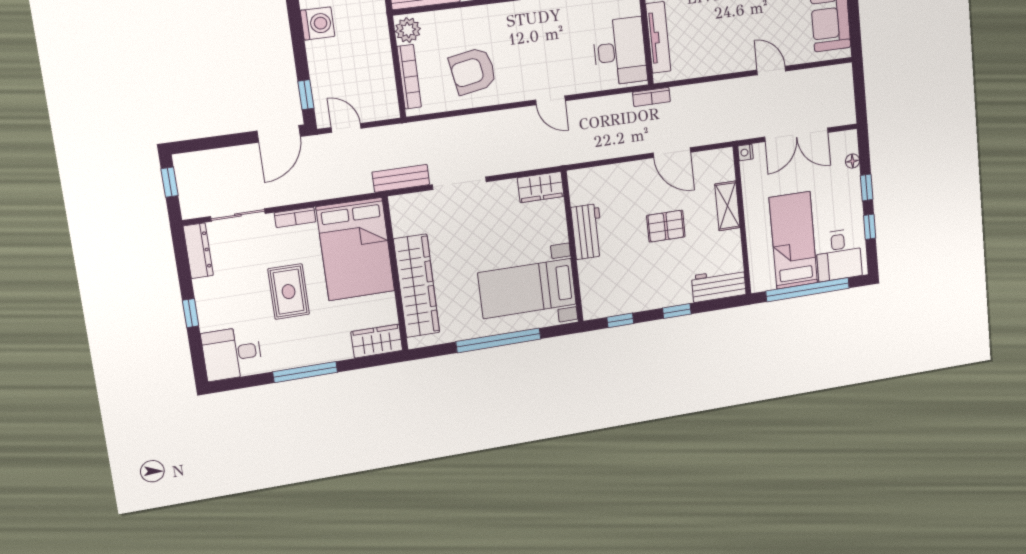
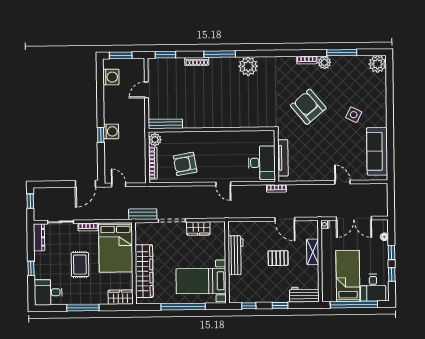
window: (306, 95) -> (101, 135), moved
wardrobe: (541, 187) -> (198, 228), moved
workbench: (587, 232) -> (236, 255), width x1.38

